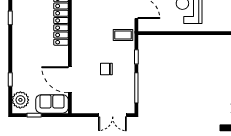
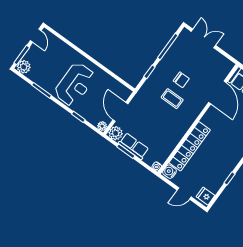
coffee table: (123, 35) -> (172, 99), moved

